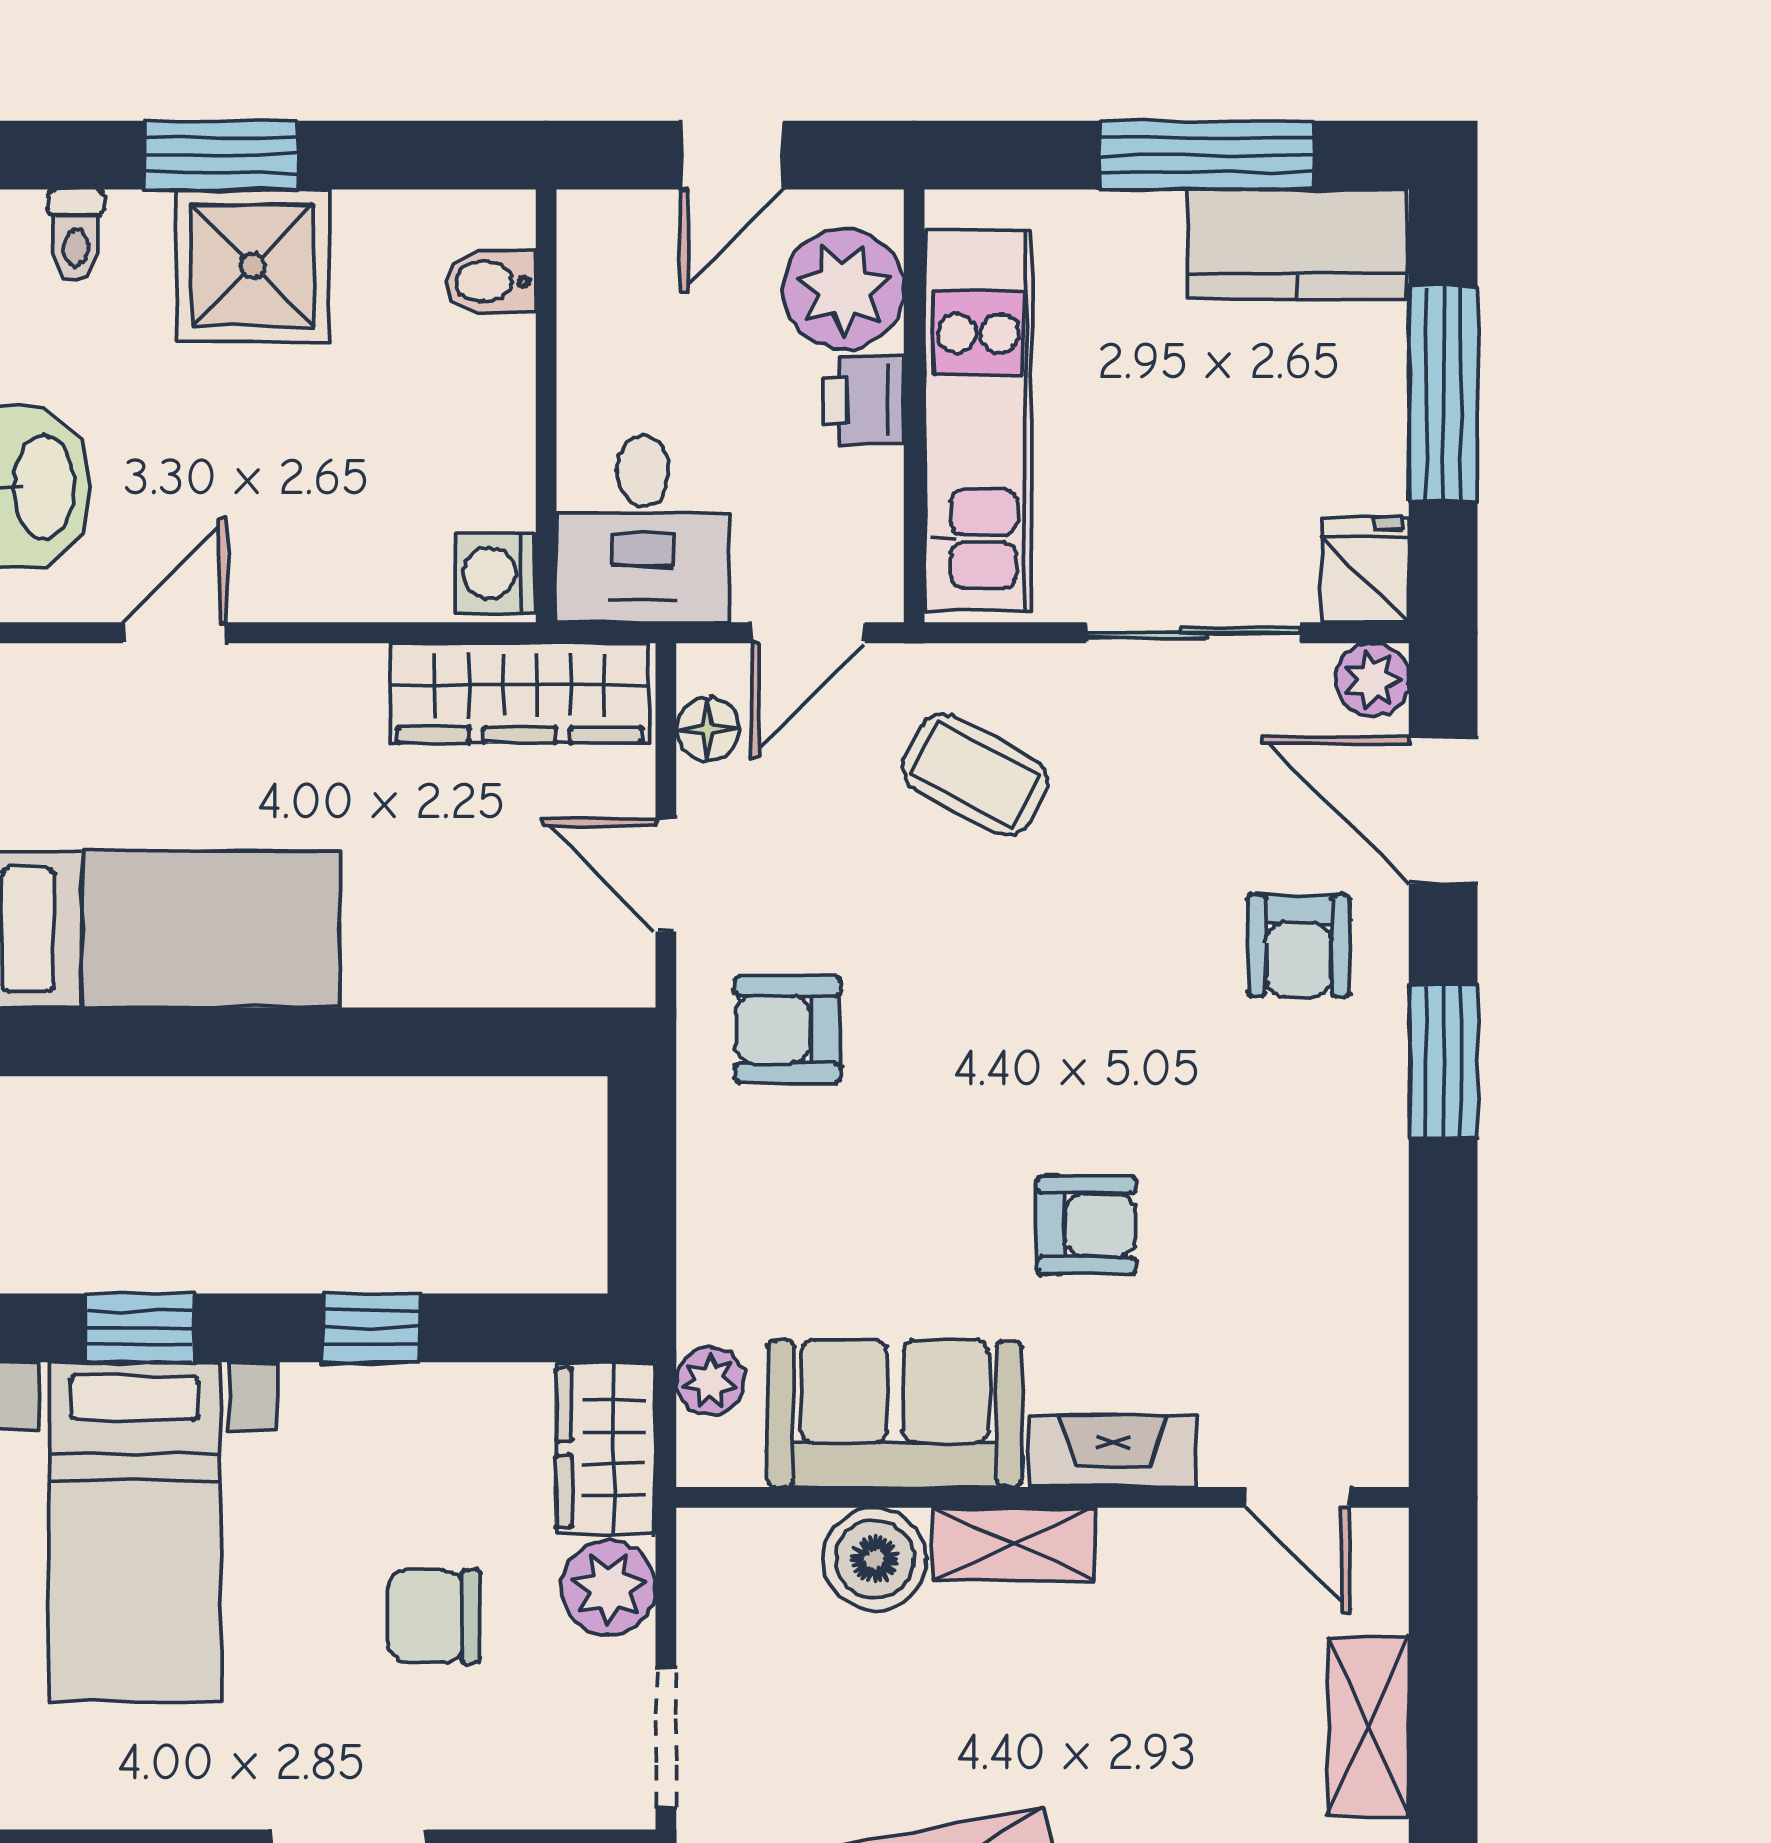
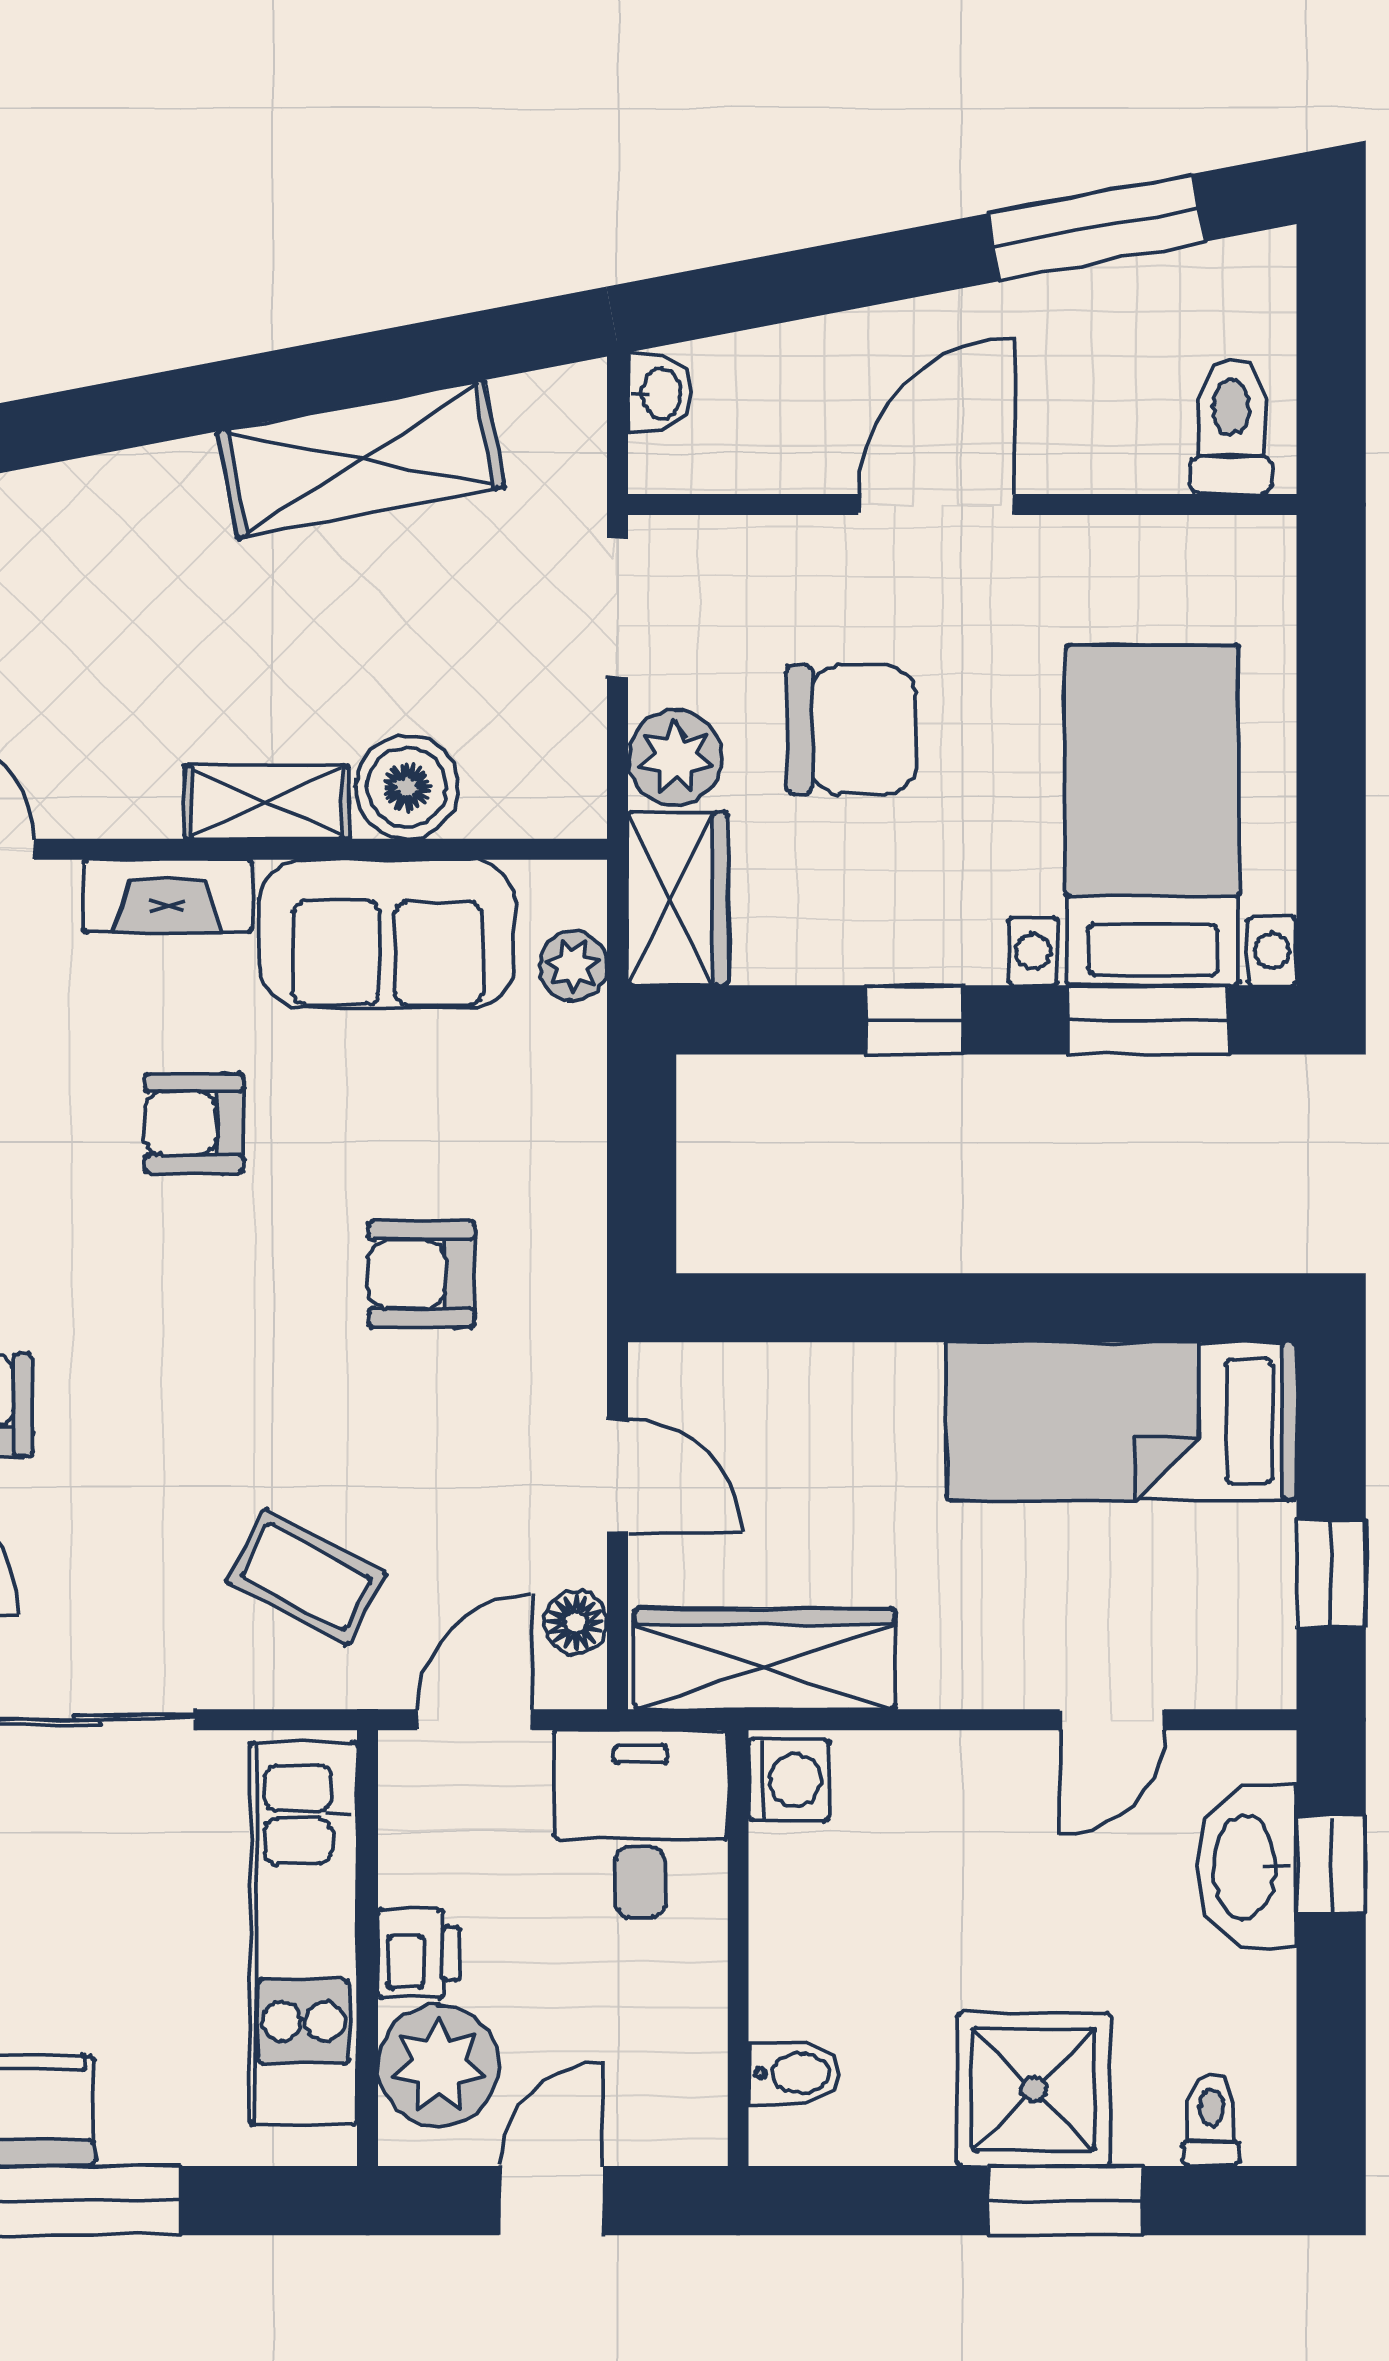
armchair: (788, 1029) -> (422, 1274), moved, turned 180
window: (139, 1328) -> (1148, 1020), width x1.50
chair: (434, 1616) -> (851, 730), width x1.37, depth x1.37

